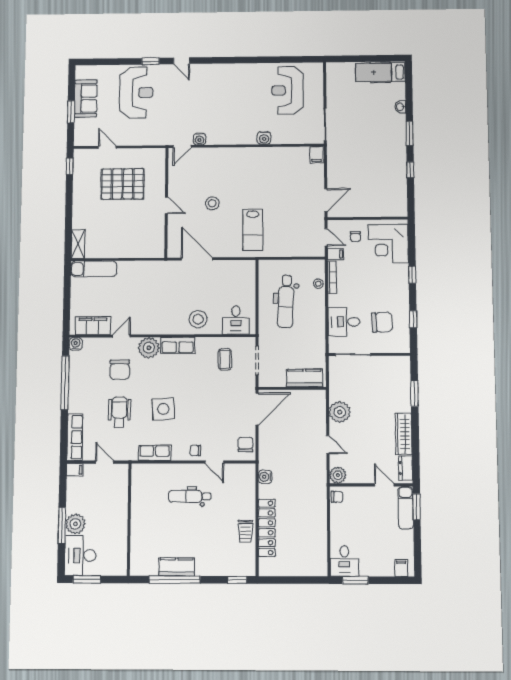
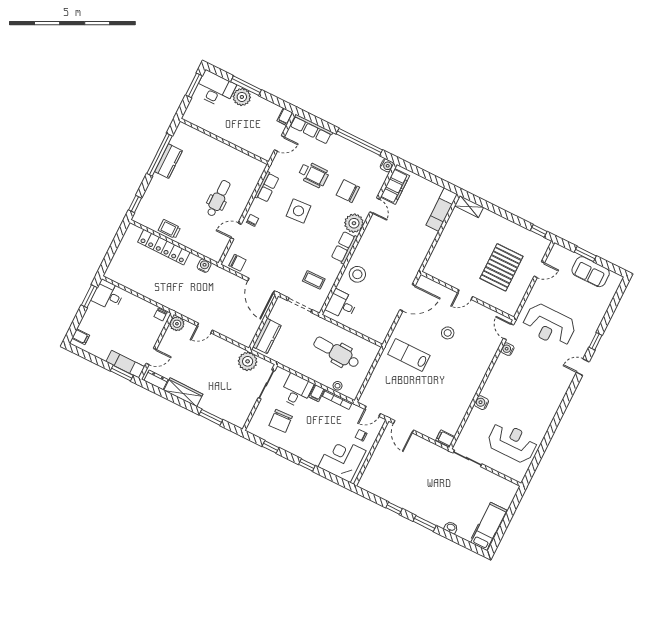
reception desk: (136, 93) -> (549, 325), moved
filing cabinet: (336, 254) -> (317, 393), moved
plant: (340, 412) -> (248, 361), moved

